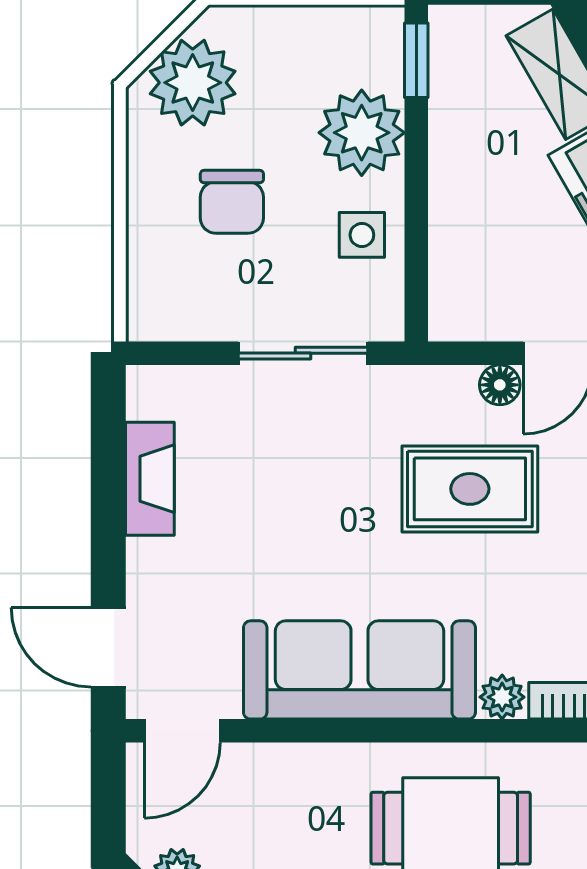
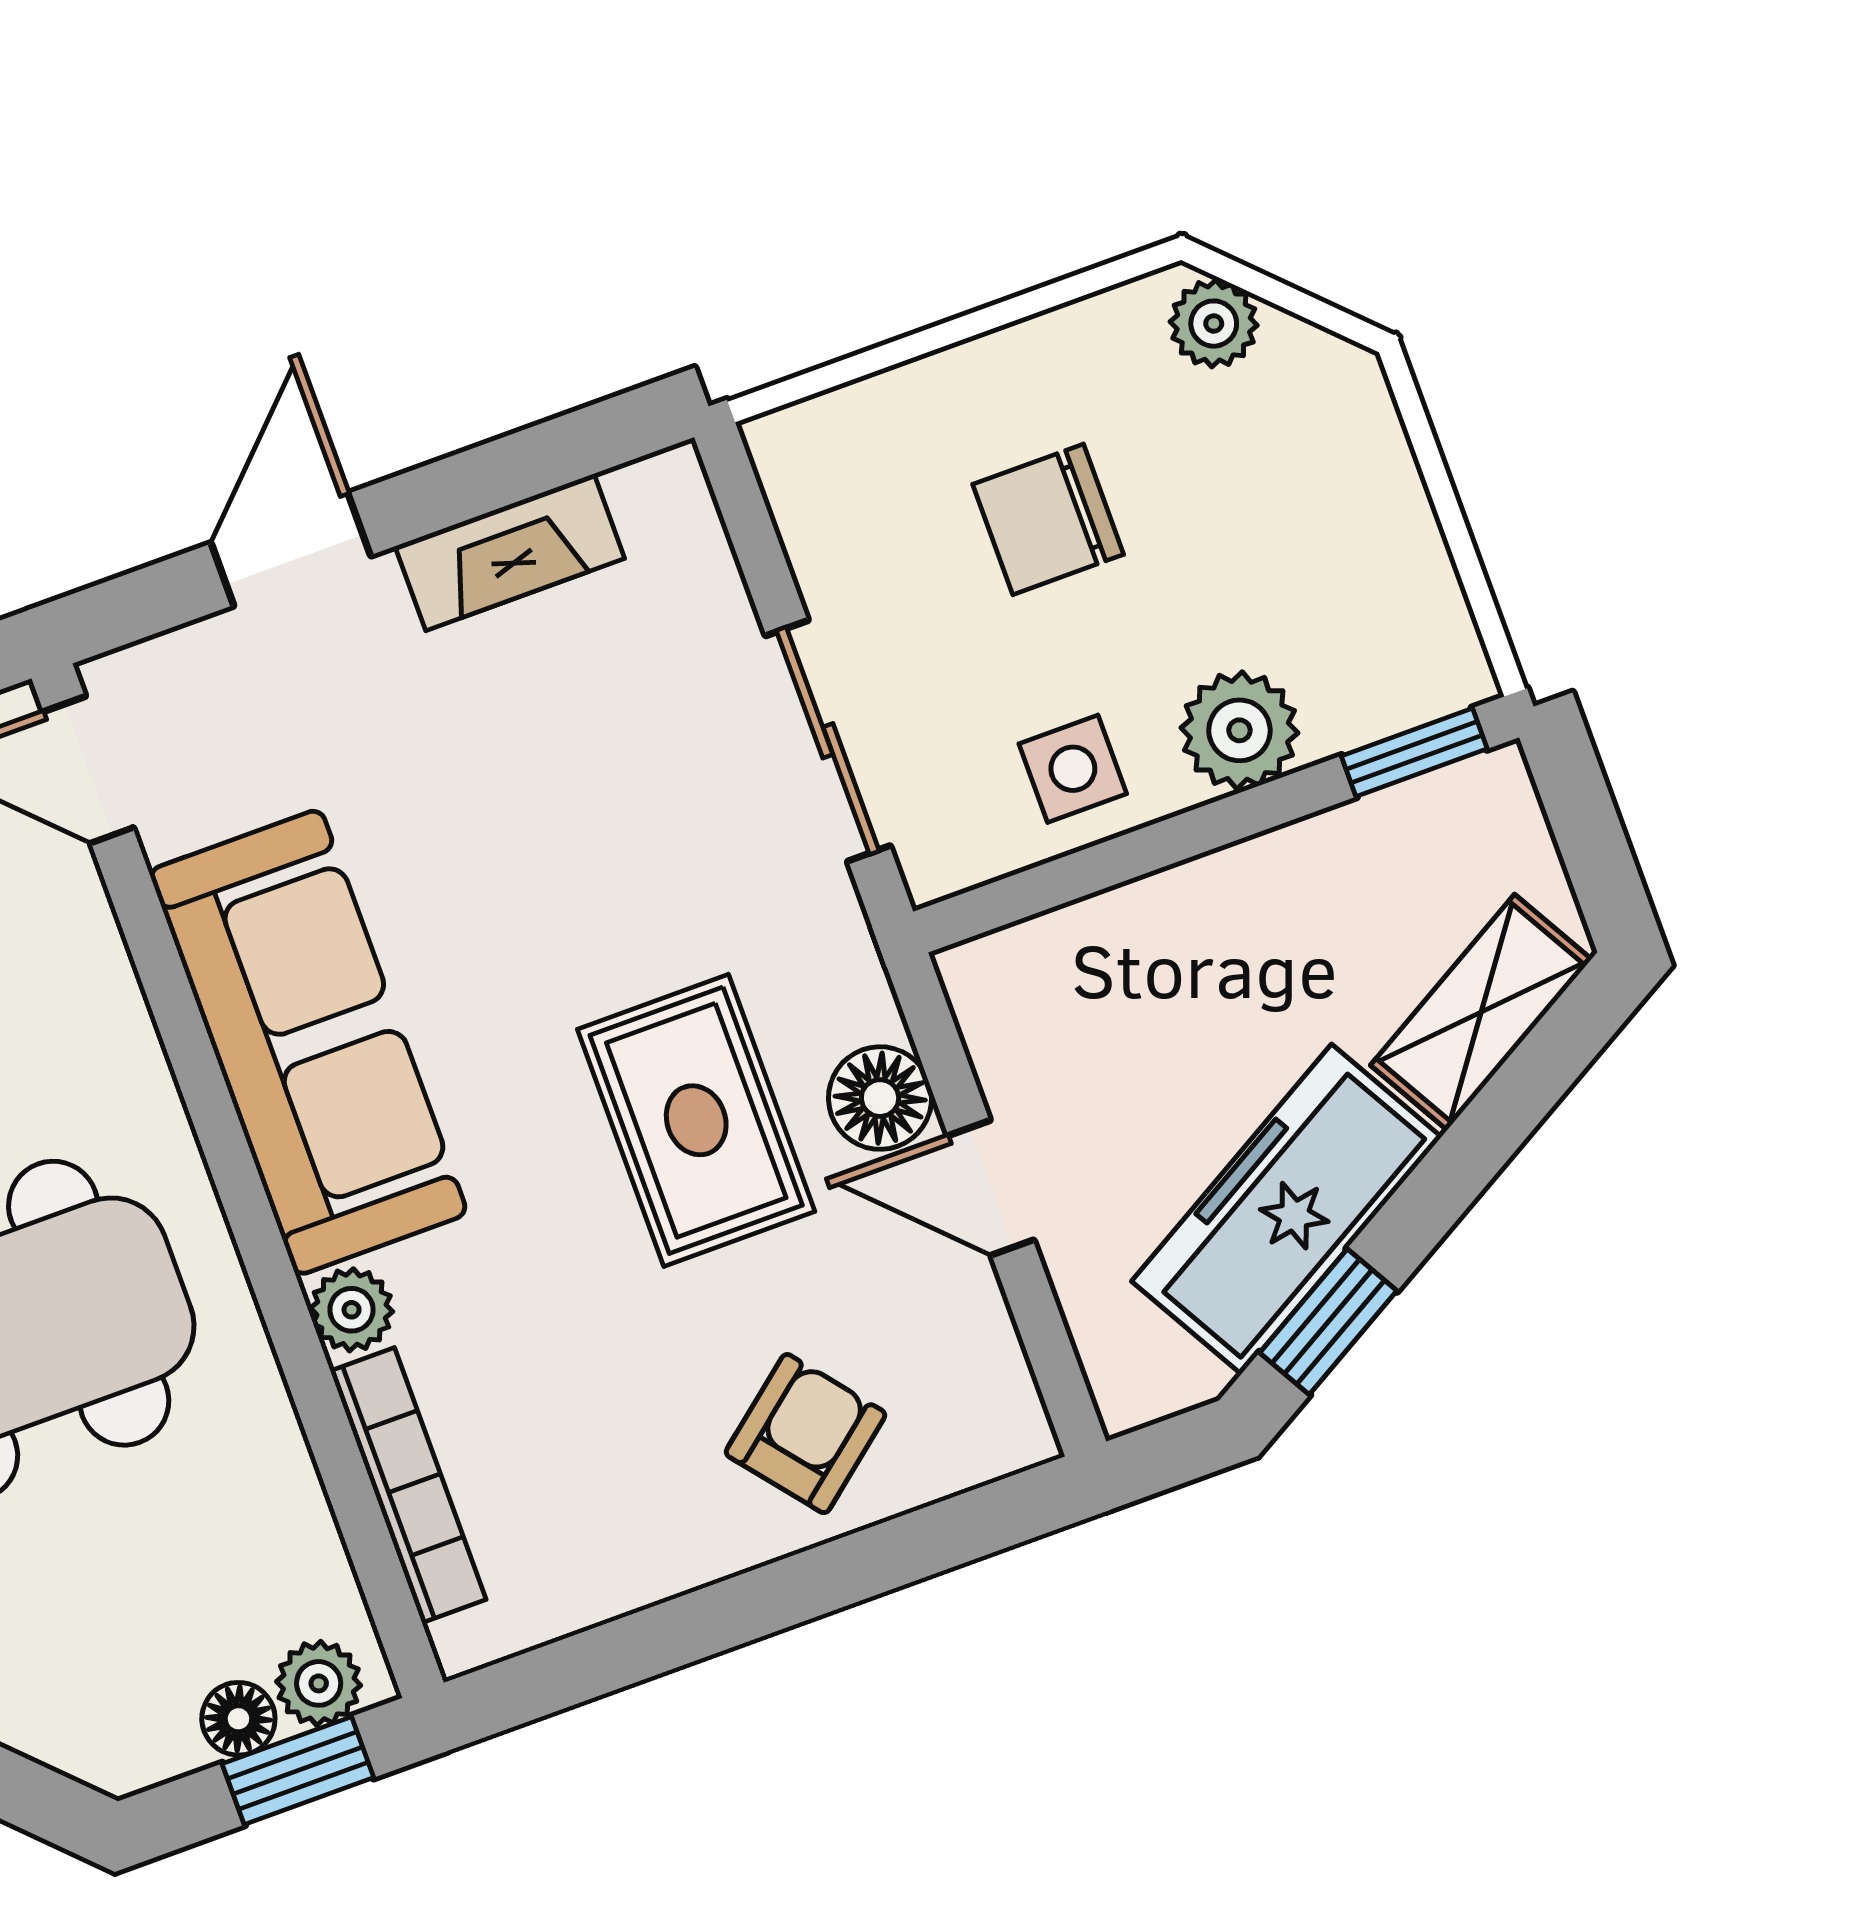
plant: (193, 83) -> (1214, 324), width x0.53, depth x0.53
plant: (362, 133) -> (1239, 730), width x0.73, depth x0.73
floor lamp: (500, 385) -> (880, 1098), width x1.37, depth x1.37
door: (108, 647) -> (291, 549), moved

